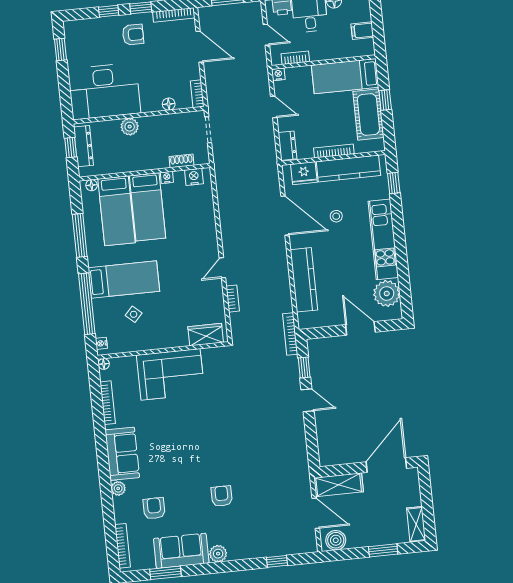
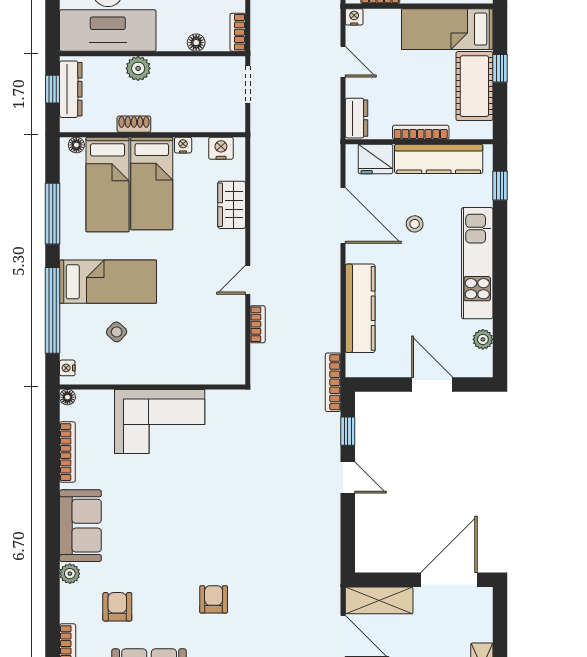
shoe rack: (181, 161) -> (134, 124), moved
plant: (387, 293) -> (483, 339), width x0.53, depth x0.53
wardrobe: (206, 335) -> (232, 205), moved, turned -90

